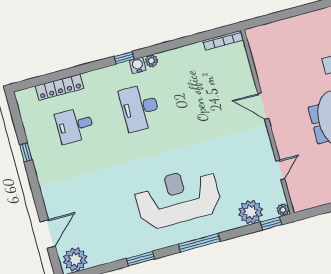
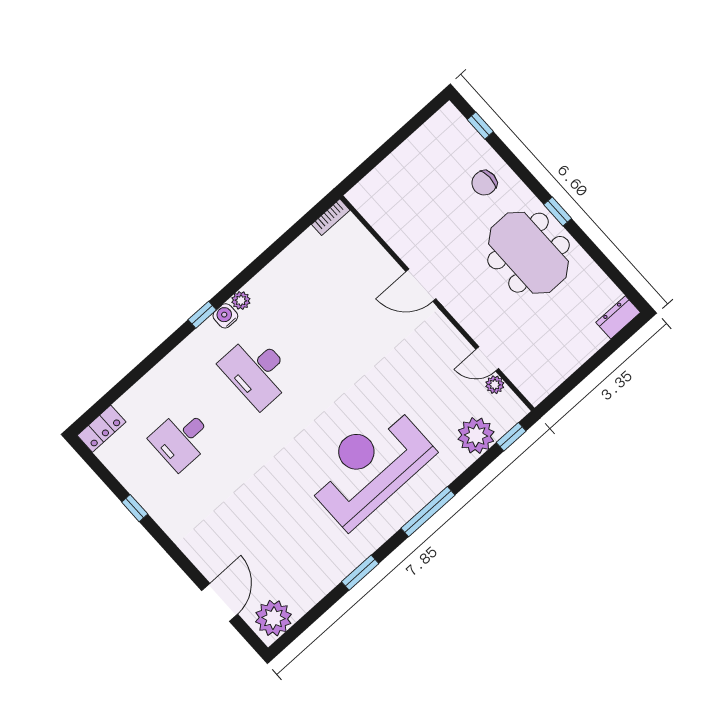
bookcase: (223, 40) -> (331, 217), width x0.64
locker: (60, 87) -> (102, 429), moved, width x0.66
door: (280, 170) -> (487, 359), swing flipped
plant: (283, 210) -> (495, 385), moved

